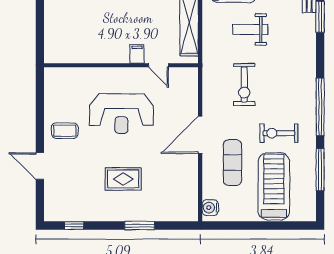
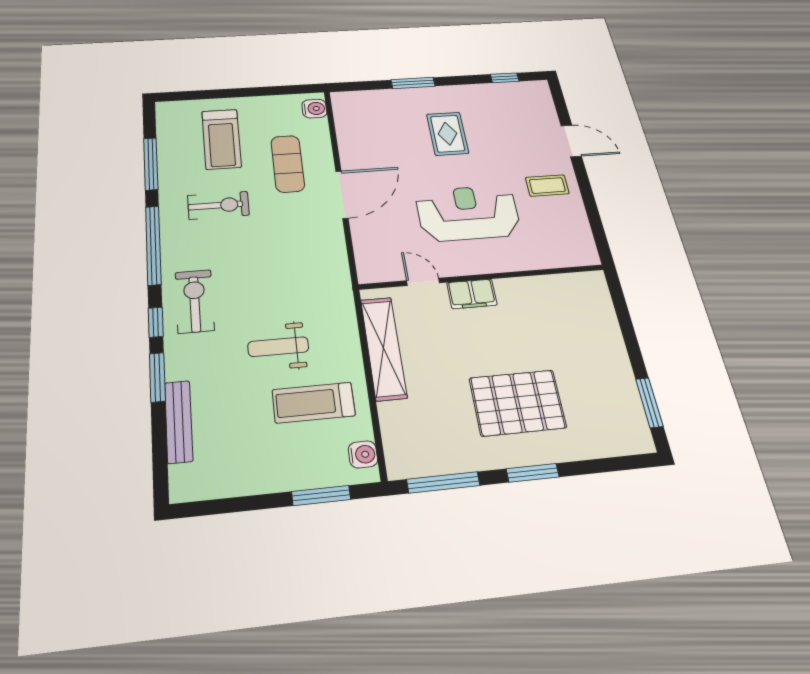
weight bench: (250, 29) -> (278, 347), turned 180
window: (320, 53) -> (156, 322), added
filing cabinet: (137, 54) -> (472, 294), width x2.00
exercise bike: (244, 85) -> (195, 301), moved
rug: (123, 179) -> (448, 134), turned 90
treadmill: (274, 186) -> (221, 139), width x0.73, depth x0.73

